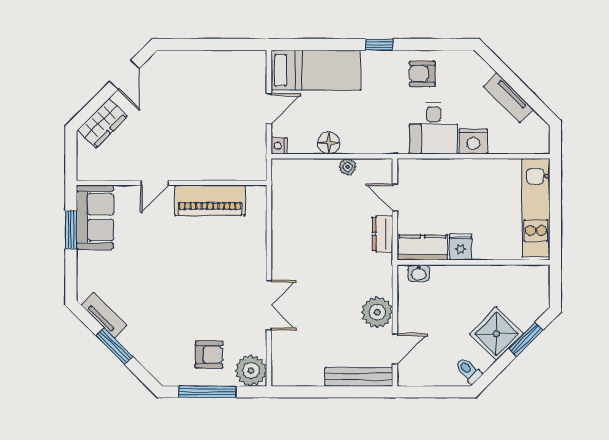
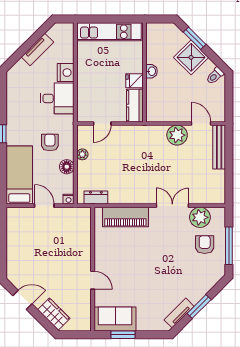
armchair: (422, 74) -> (50, 142), moved, turned 180
piano: (210, 200) -> (125, 217), moved, turned 90
dresser: (383, 234) -> (96, 198), moved, turned 180
washbasin: (419, 273) -> (152, 71), moved
plant: (251, 371) -> (200, 217), moved

